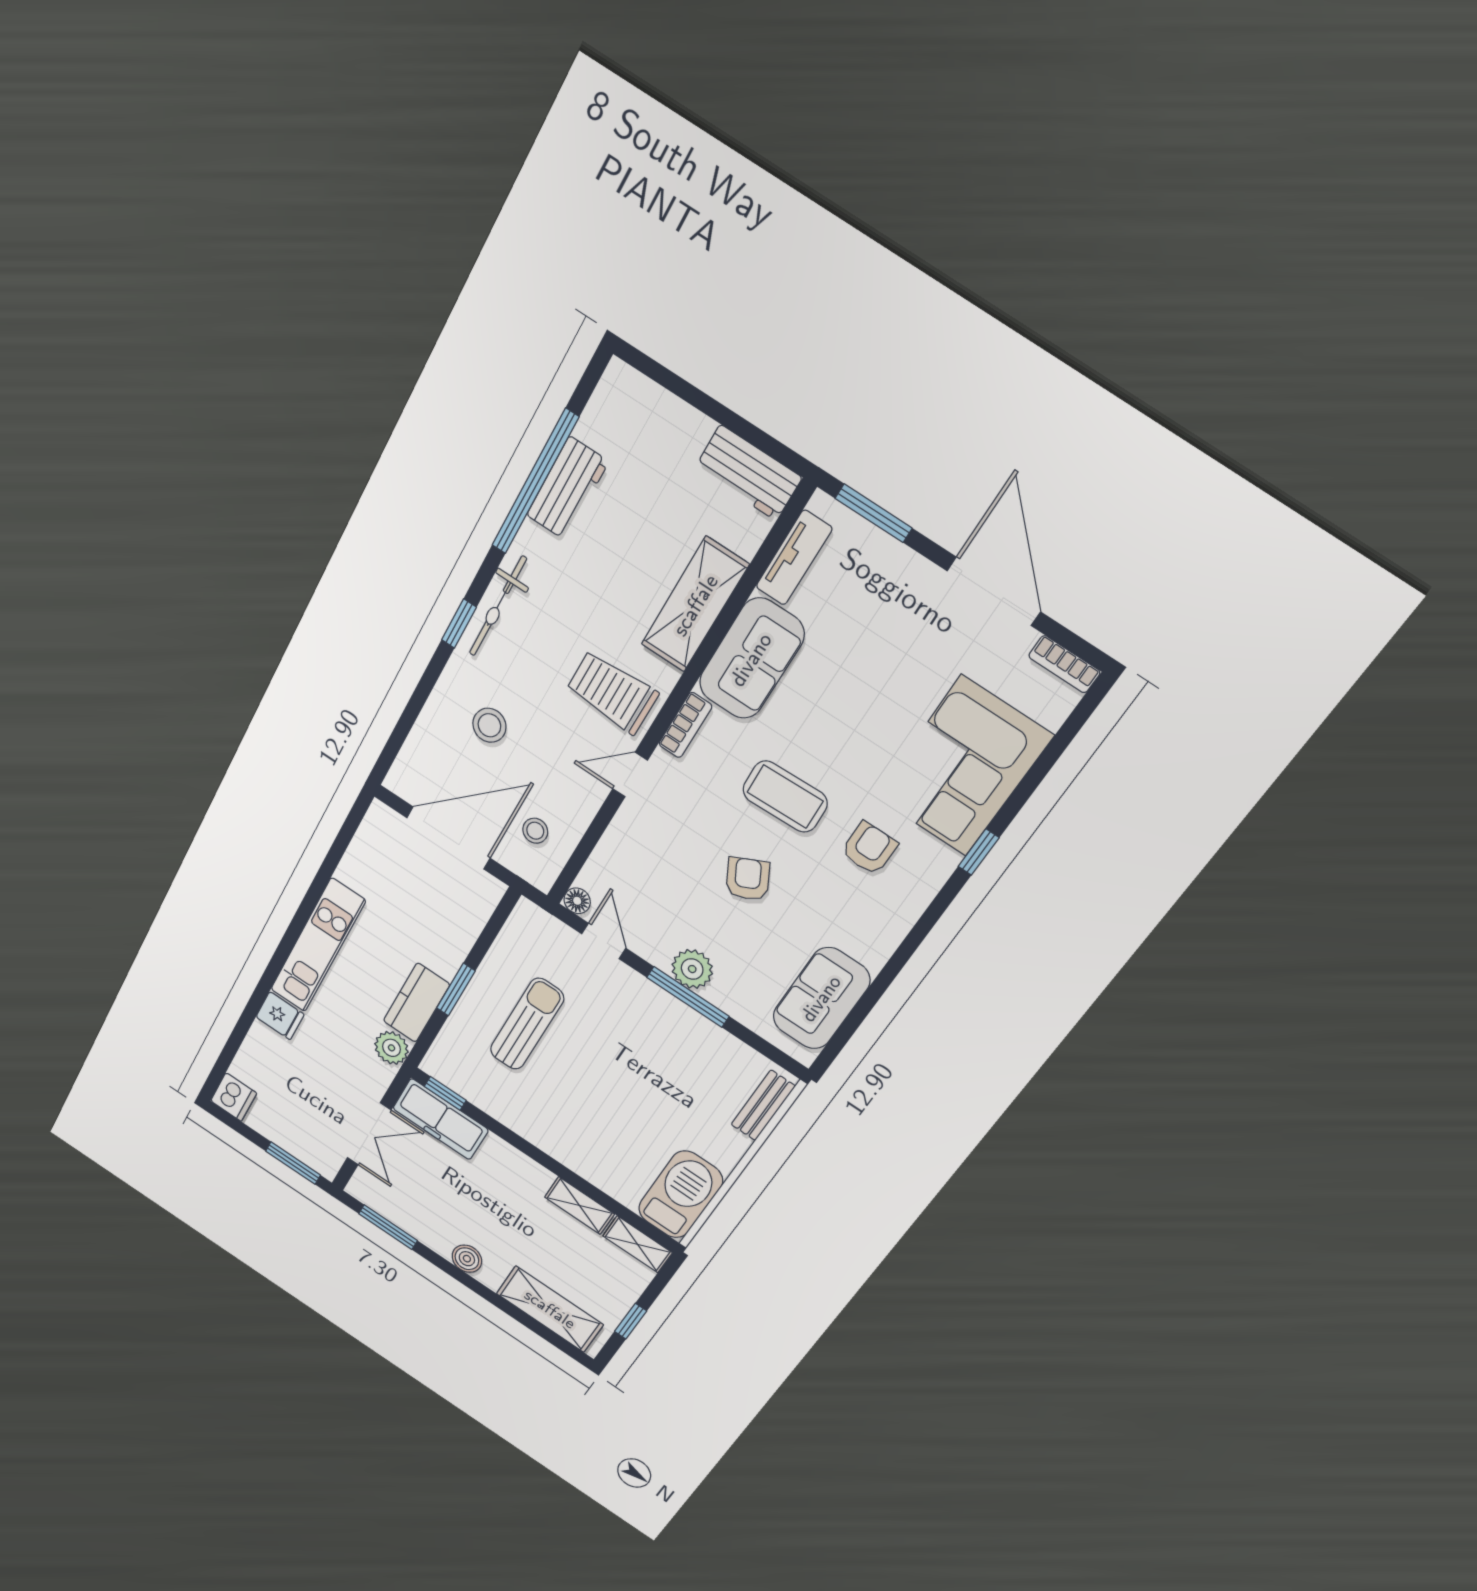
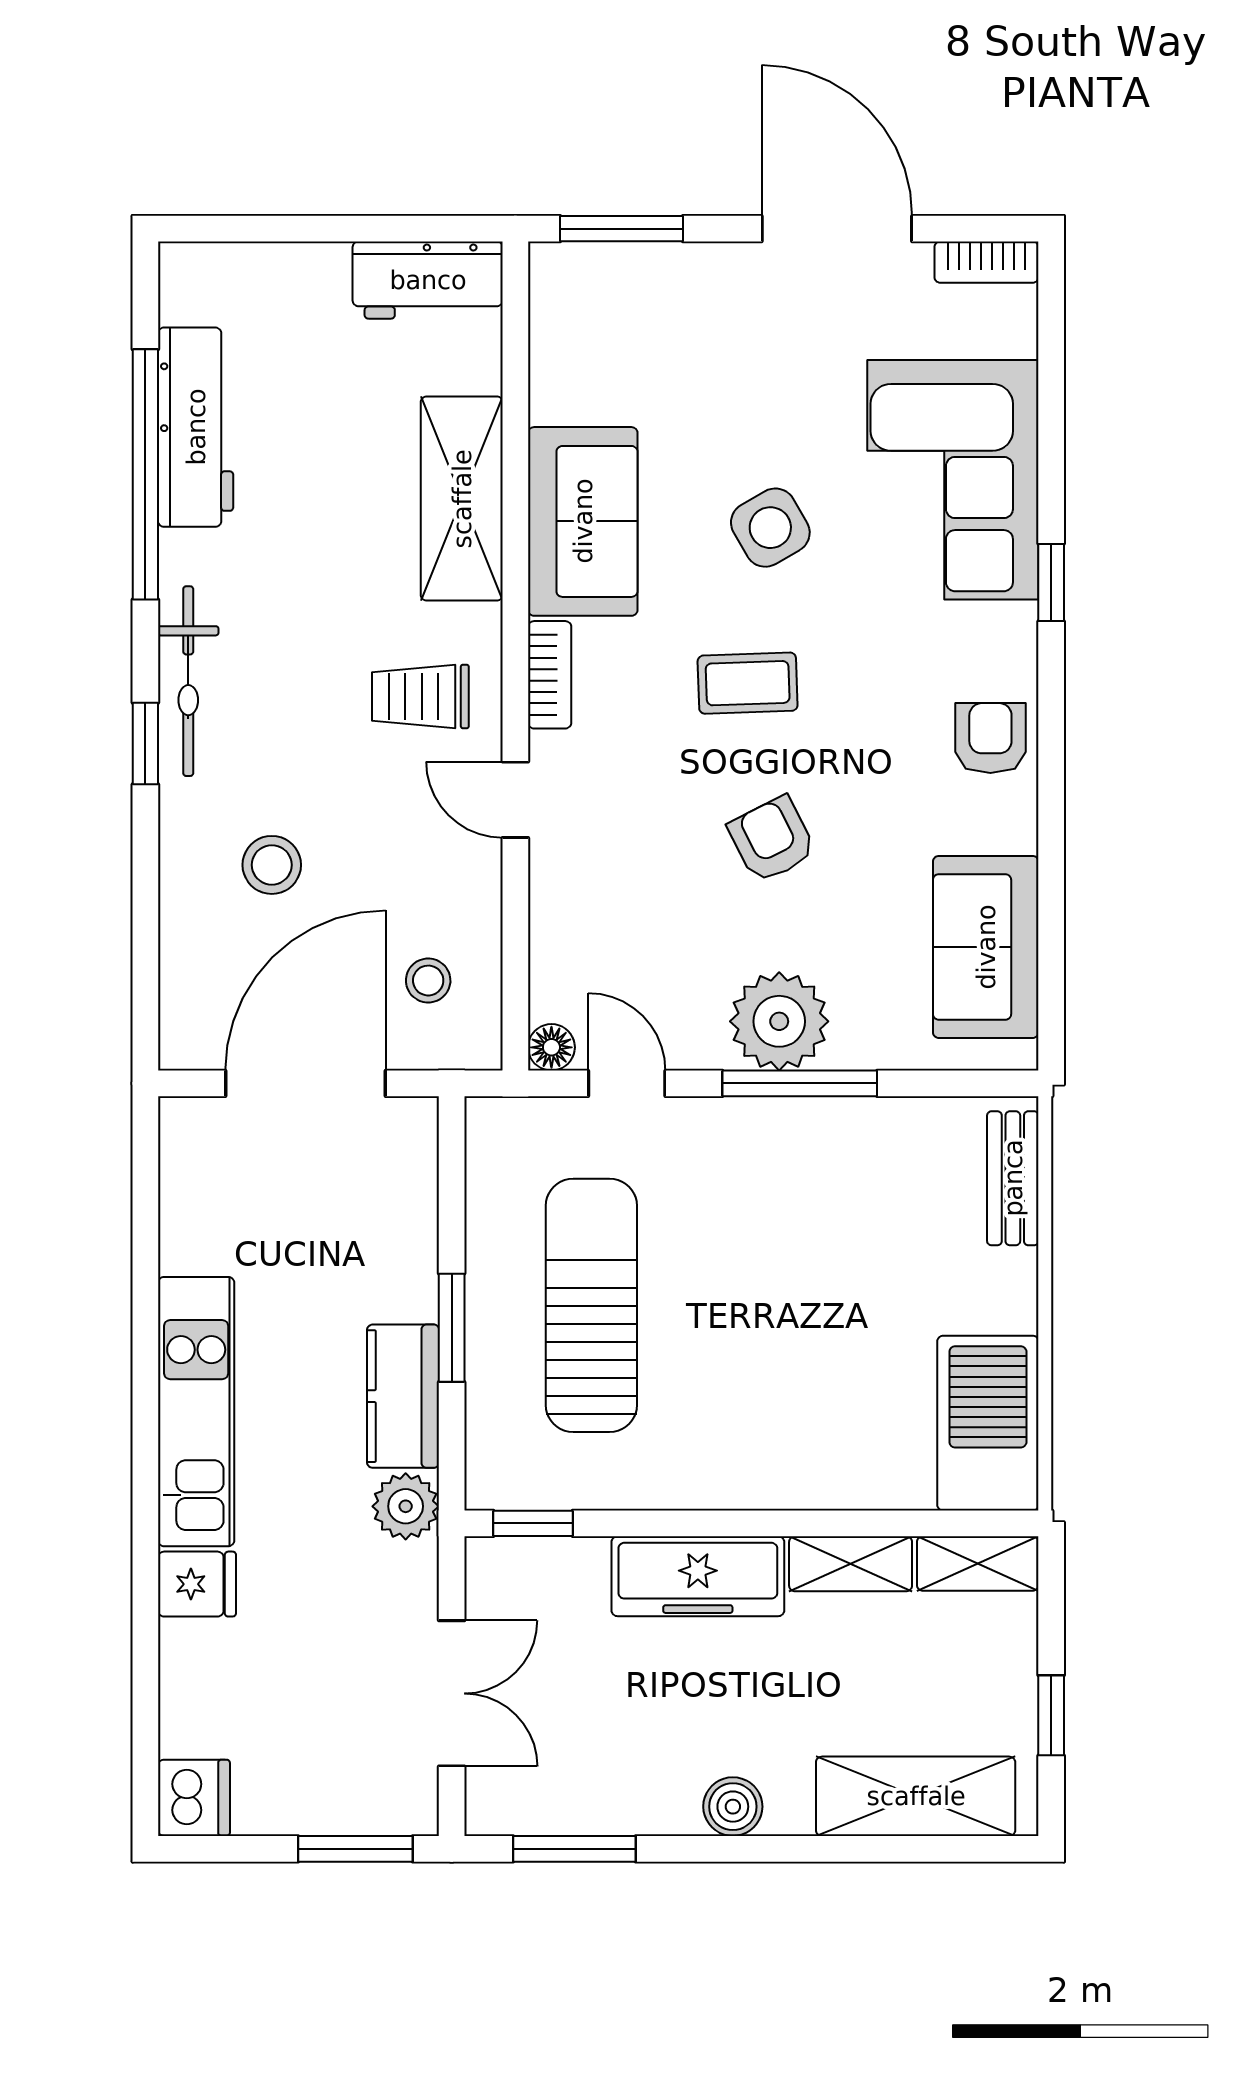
workbench: (567, 488) -> (196, 427), width x1.38
tv unit: (794, 558) -> (555, 351), removed
trolley: (612, 692) -> (420, 696), width x0.73, depth x0.72
side table: (849, 727) -> (770, 528), added
door: (630, 775) -> (515, 800), hinge flipped
coffee table: (785, 797) -> (748, 683), width x0.73, depth x0.77
armchair: (869, 848) -> (990, 738), moved
plant: (692, 969) -> (779, 1021), width x1.36, depth x1.36
sun lounger: (527, 1024) -> (591, 1305), width x1.36, depth x1.34
freezer: (441, 1119) -> (698, 1576), moved

